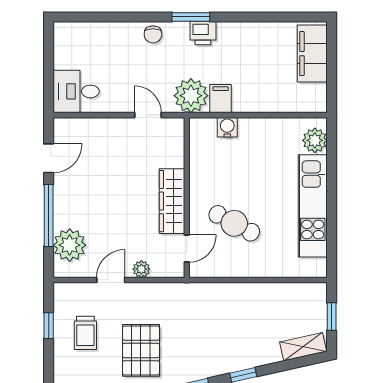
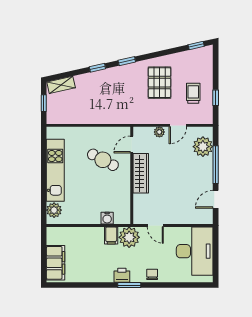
desk: (76, 91) -> (195, 251), width x1.87, depth x1.30

